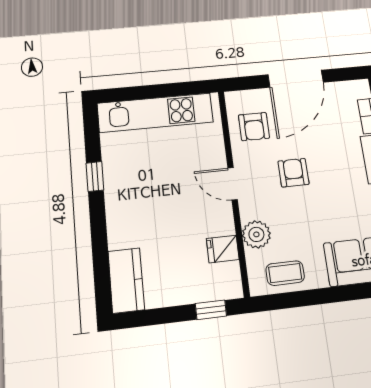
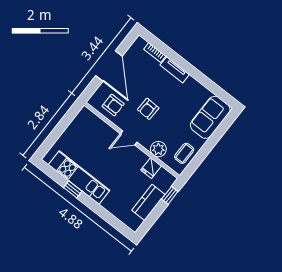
kitchen unit: (155, 113) -> (79, 178), moved, turned -90
armchair: (293, 173) -> (148, 109), turned -88
kitchen counter: (126, 280) -> (148, 202), moved, turned -90

